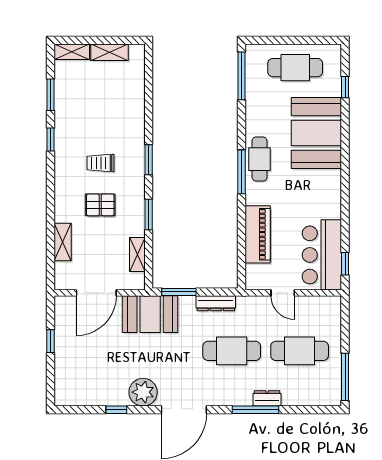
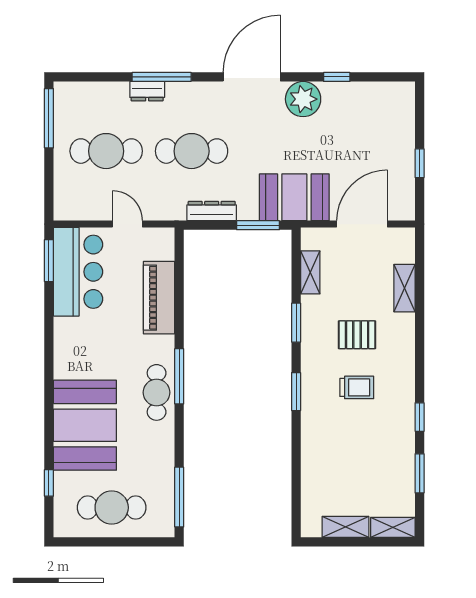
window: (345, 264) -> (49, 261), width x1.50

